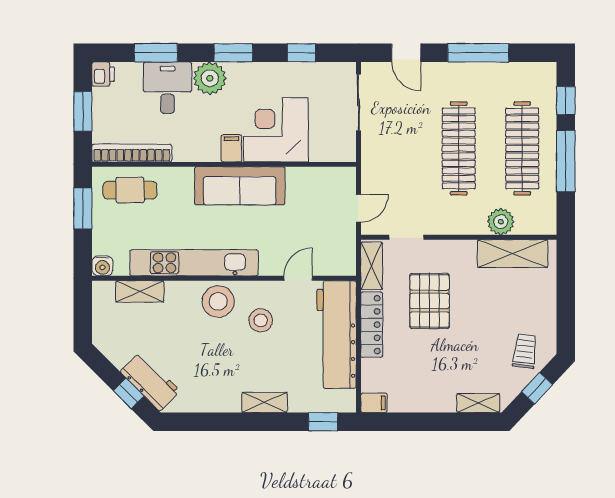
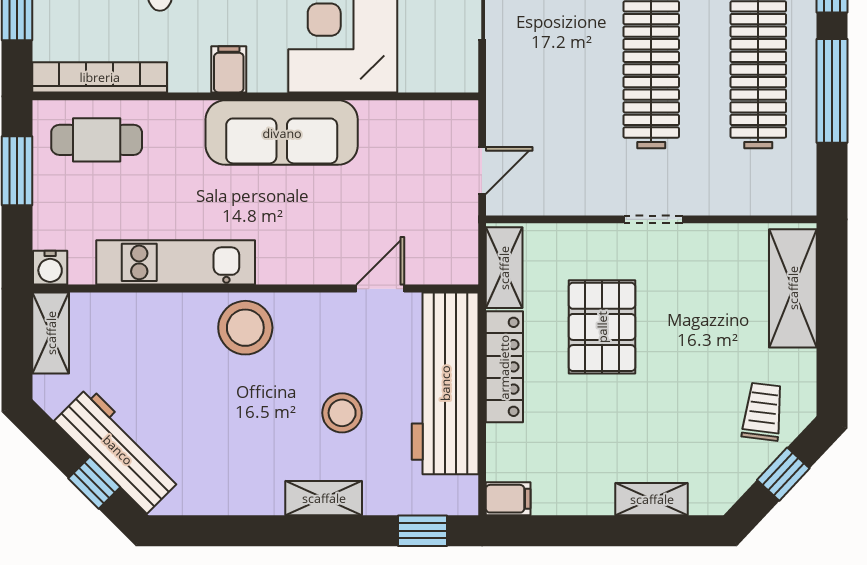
filing cabinet: (231, 148) -> (229, 69), moved
plant: (501, 222) -> (722, 193), removed
doorway: (406, 237) -> (653, 219), moved
shelving: (513, 254) -> (793, 288), moved, turned 90
kitchen unit: (194, 263) -> (176, 262), width x0.73
shelving: (140, 291) -> (51, 333), moved, turned 90
stool: (261, 320) -> (342, 413), moved
workbench: (150, 381) -> (118, 450), width x1.38
shelving: (478, 403) -> (652, 499), moved

